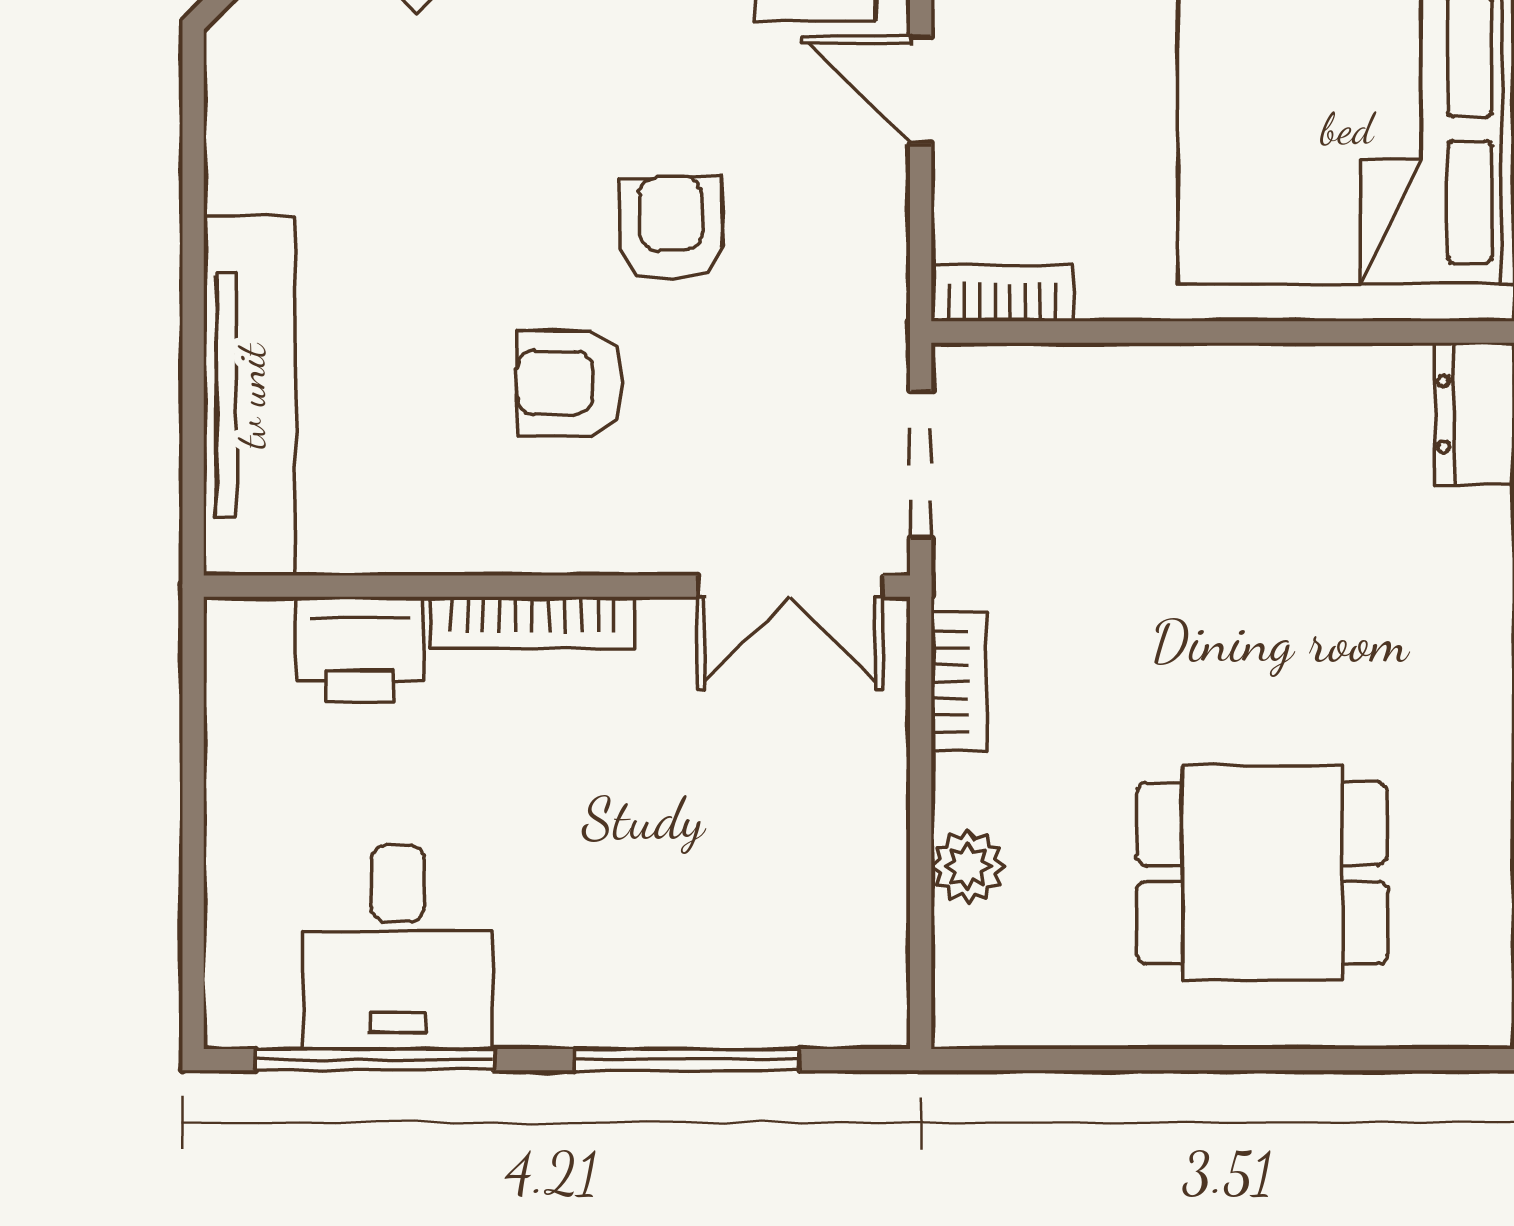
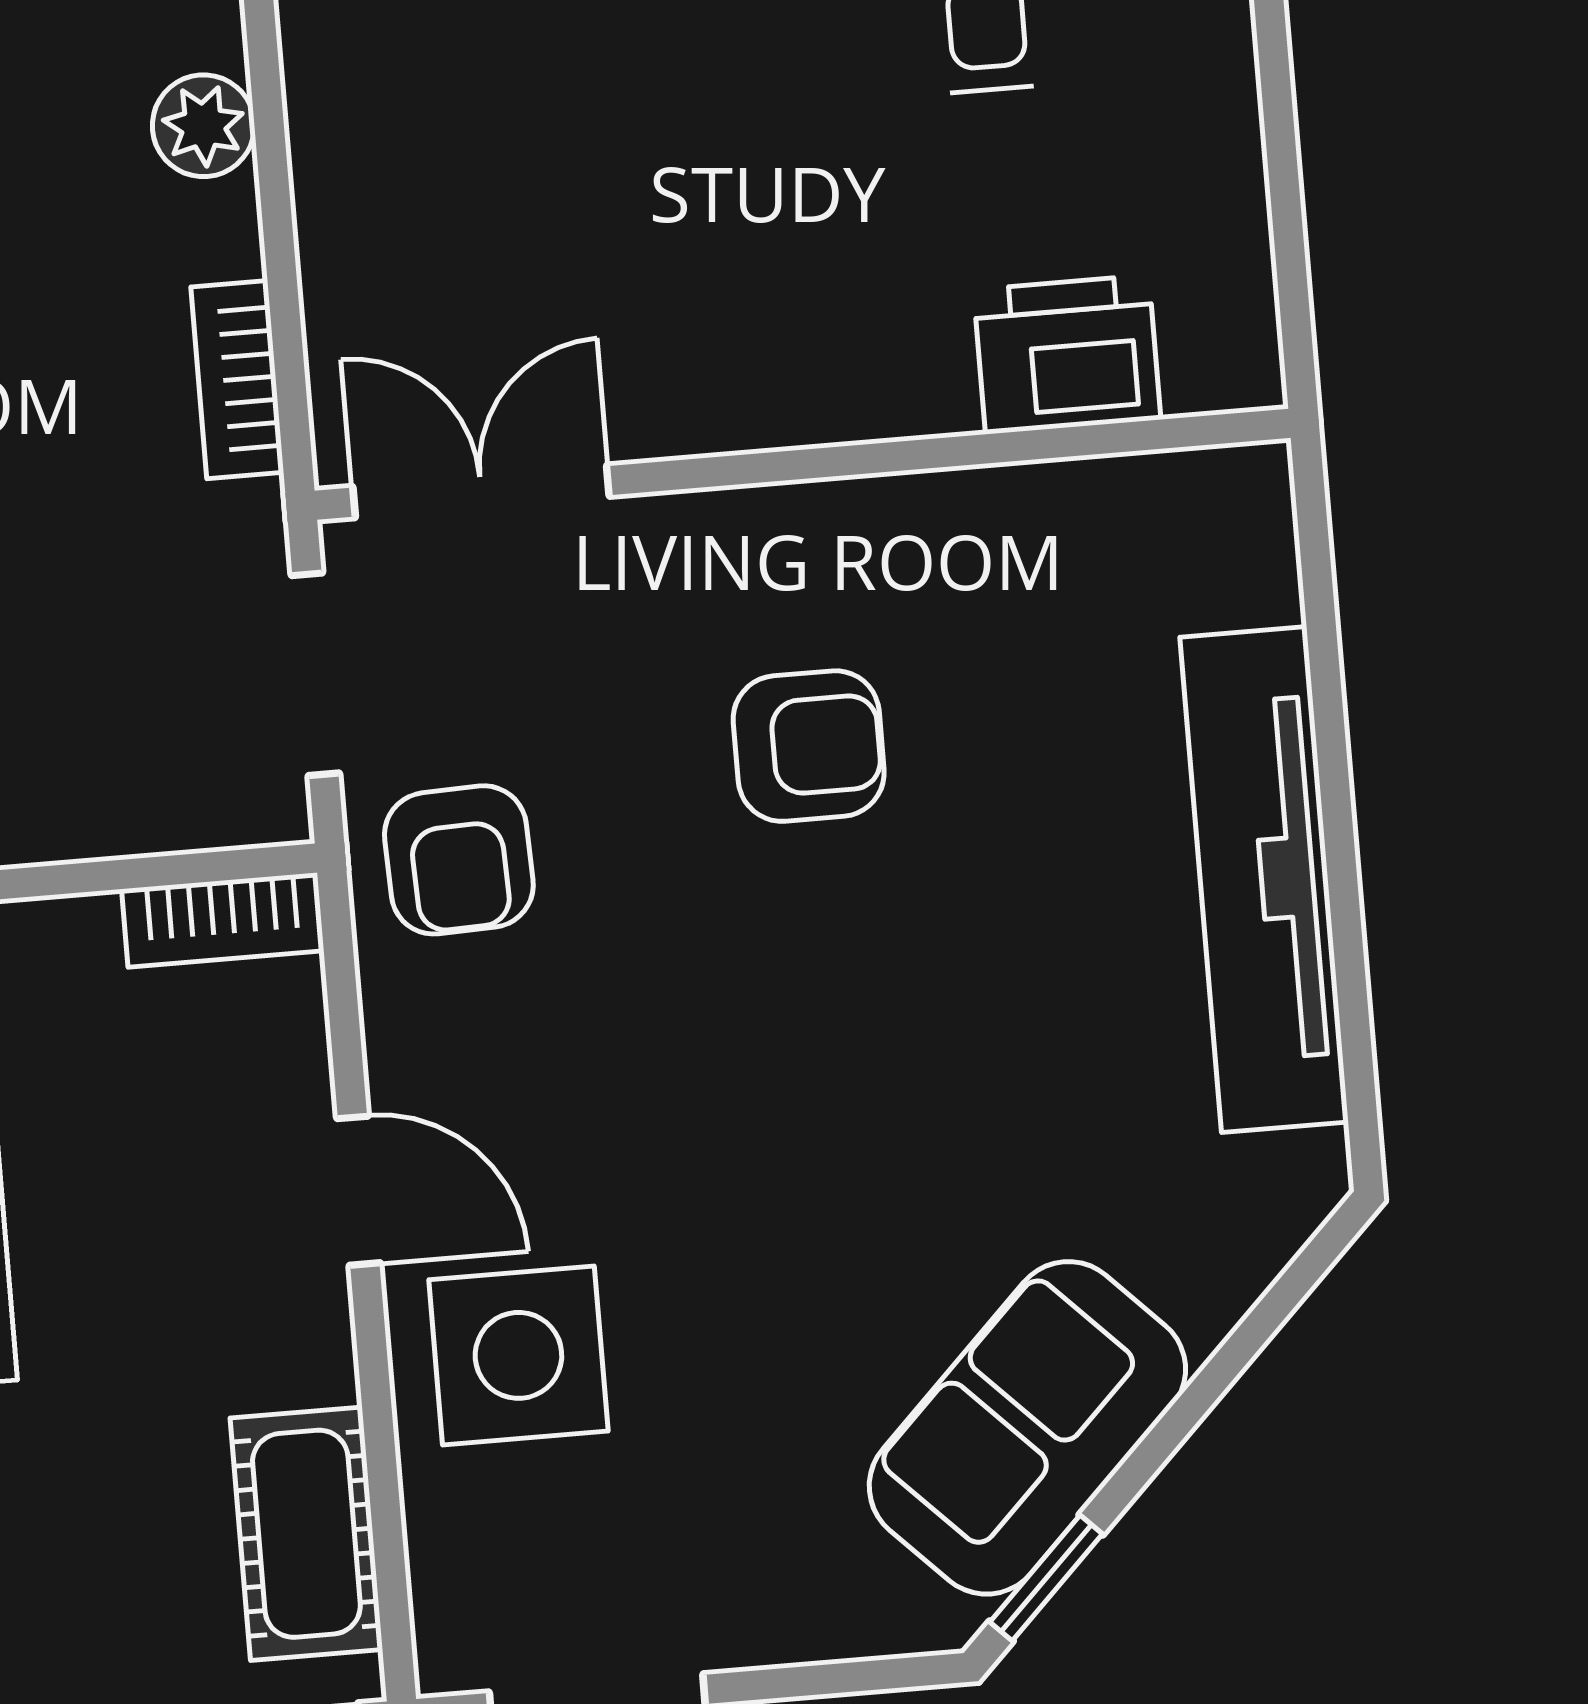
armchair: (671, 228) -> (459, 860), moved
tv unit: (250, 396) -> (1264, 880), moved
bookcase: (532, 623) -> (832, 411), removed

